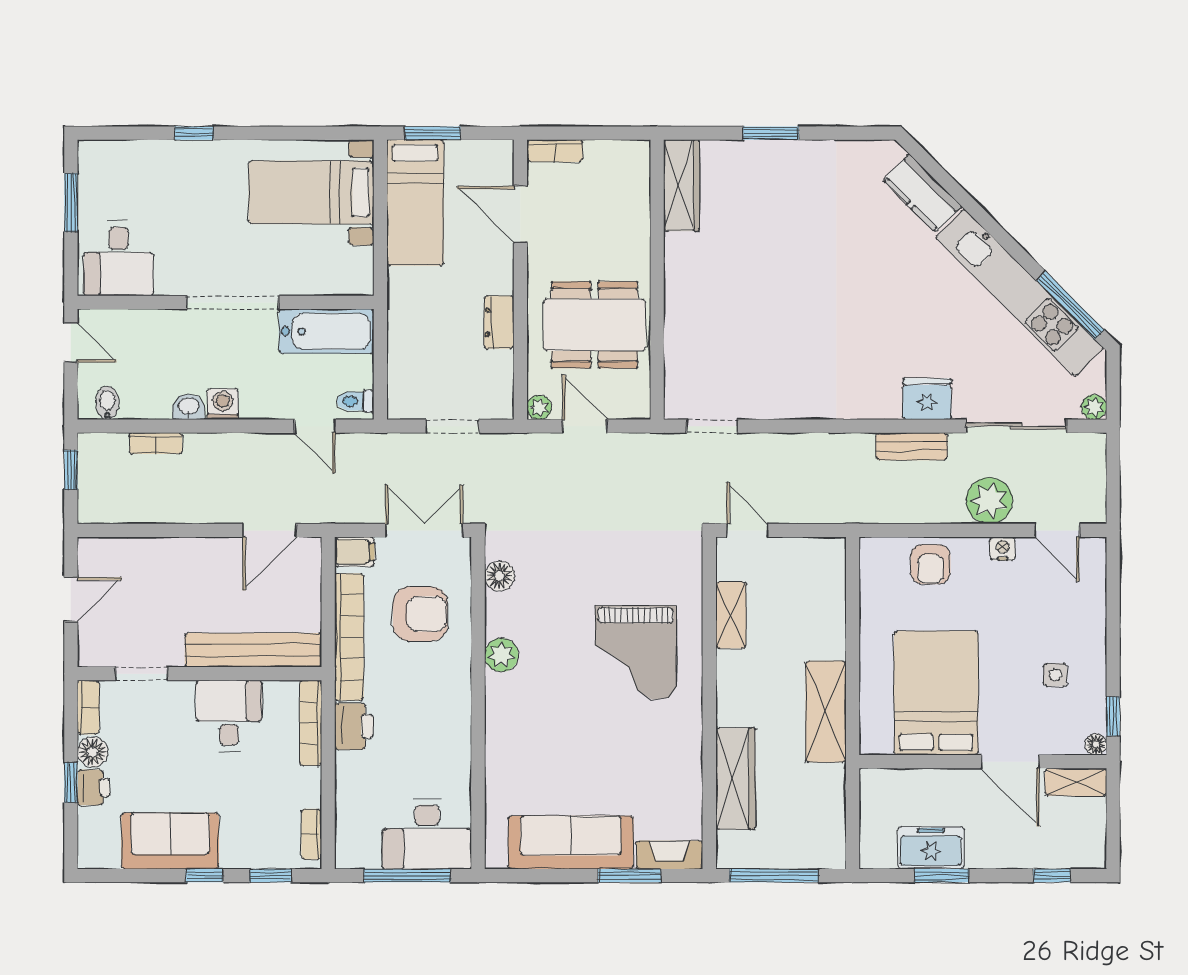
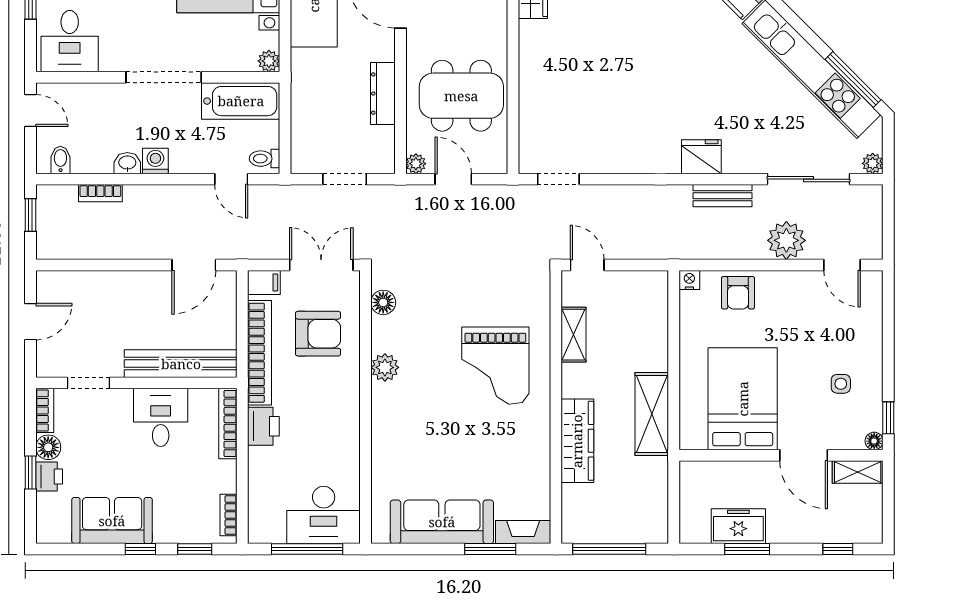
plant: (361, 283) -> (269, 61), added
dresser: (499, 322) -> (383, 94), width x1.44
fridge: (927, 399) -> (701, 157), moved
nightstand: (1003, 549) -> (689, 280), moved
wardrobe: (735, 779) -> (577, 441), moved

